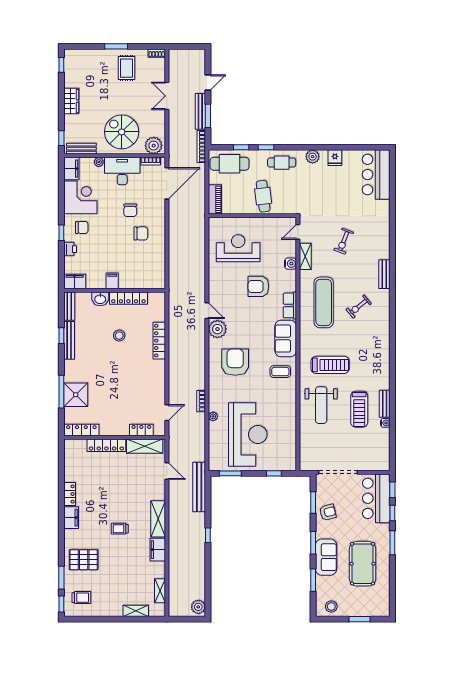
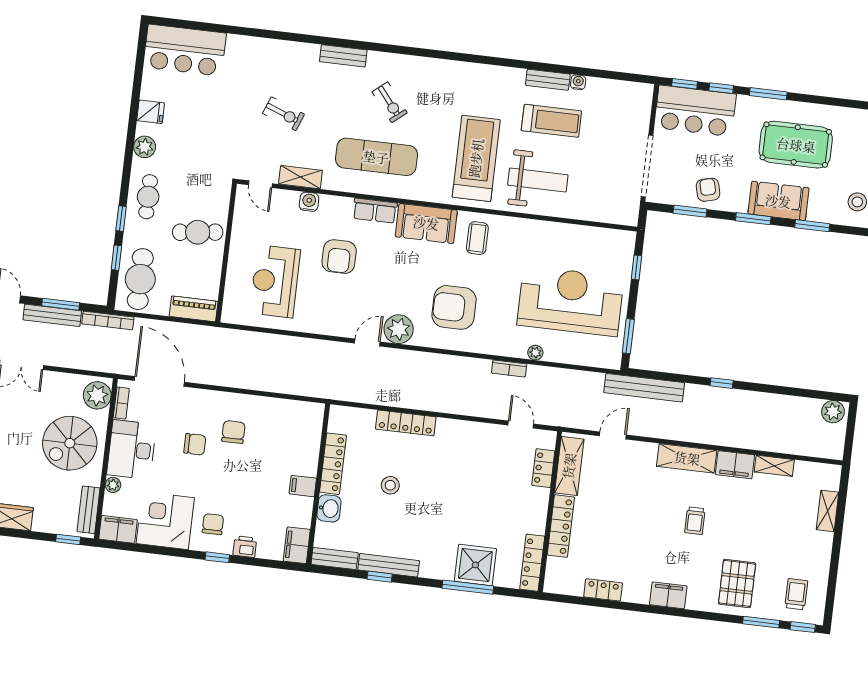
treadmill: (330, 365) -> (476, 158), width x1.37, depth x1.38
locker: (70, 494) -> (603, 590), moved
shelving: (160, 591) -> (774, 466), moved

